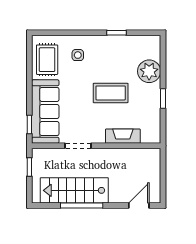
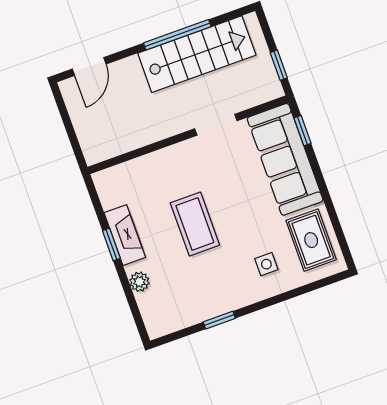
plant: (149, 71) -> (139, 282), width x0.53, depth x0.53
coffee table: (111, 93) -> (195, 224), turned 90
fireplace: (123, 136) -> (125, 235), moved, turned -90

